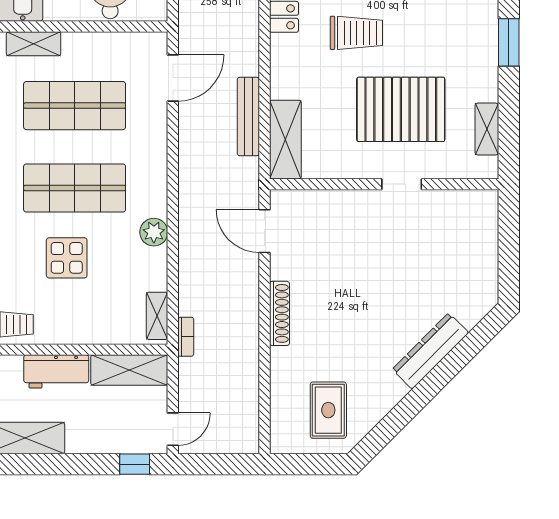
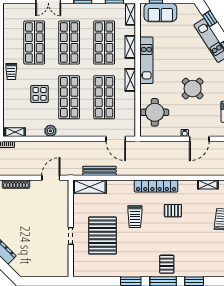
shelving: (487, 129) -> (94, 272), removed

